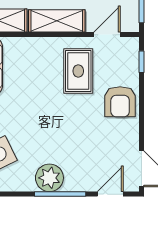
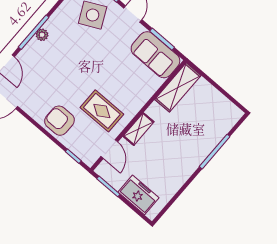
shelving: (57, 21) -> (138, 129), width x0.67, depth x0.75
plant: (49, 178) -> (42, 35), width x0.53, depth x0.53

